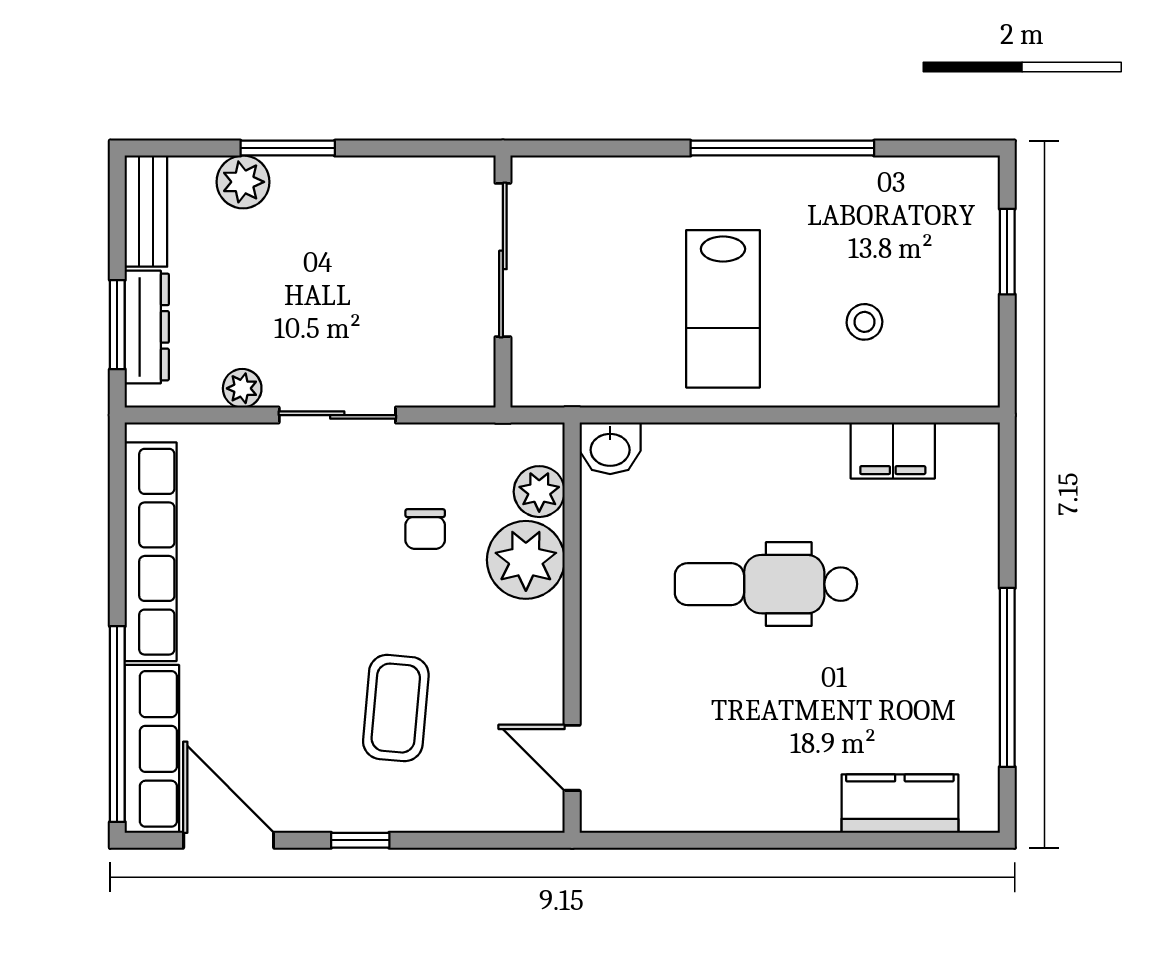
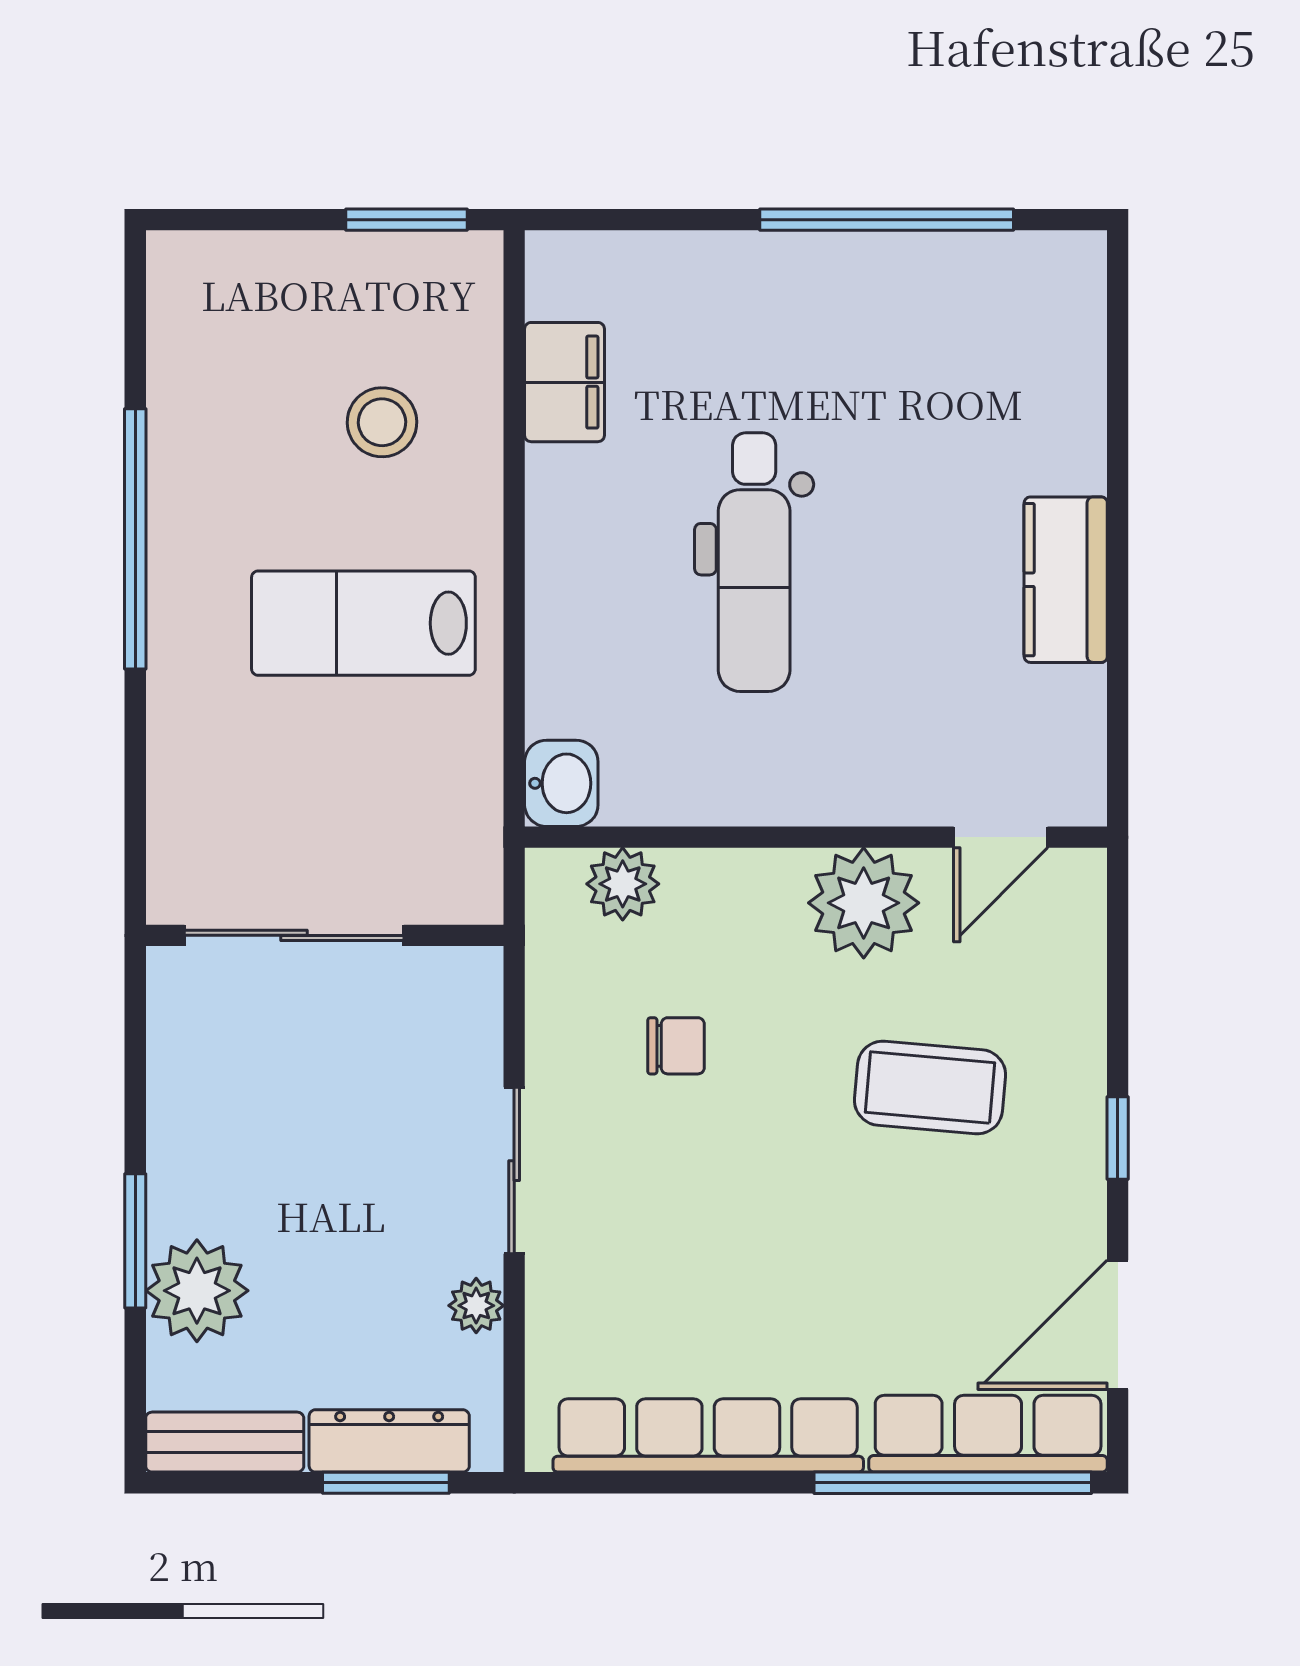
plant: (243, 182) -> (197, 1291), width x1.36, depth x1.36
window: (1007, 252) -> (406, 220), moved
lab bench: (723, 309) -> (363, 623), turned 180
stool: (864, 322) -> (382, 422), width x1.37, depth x1.37
plant: (526, 560) -> (864, 903), moved
kitchen counter: (900, 804) -> (1066, 580), moved

